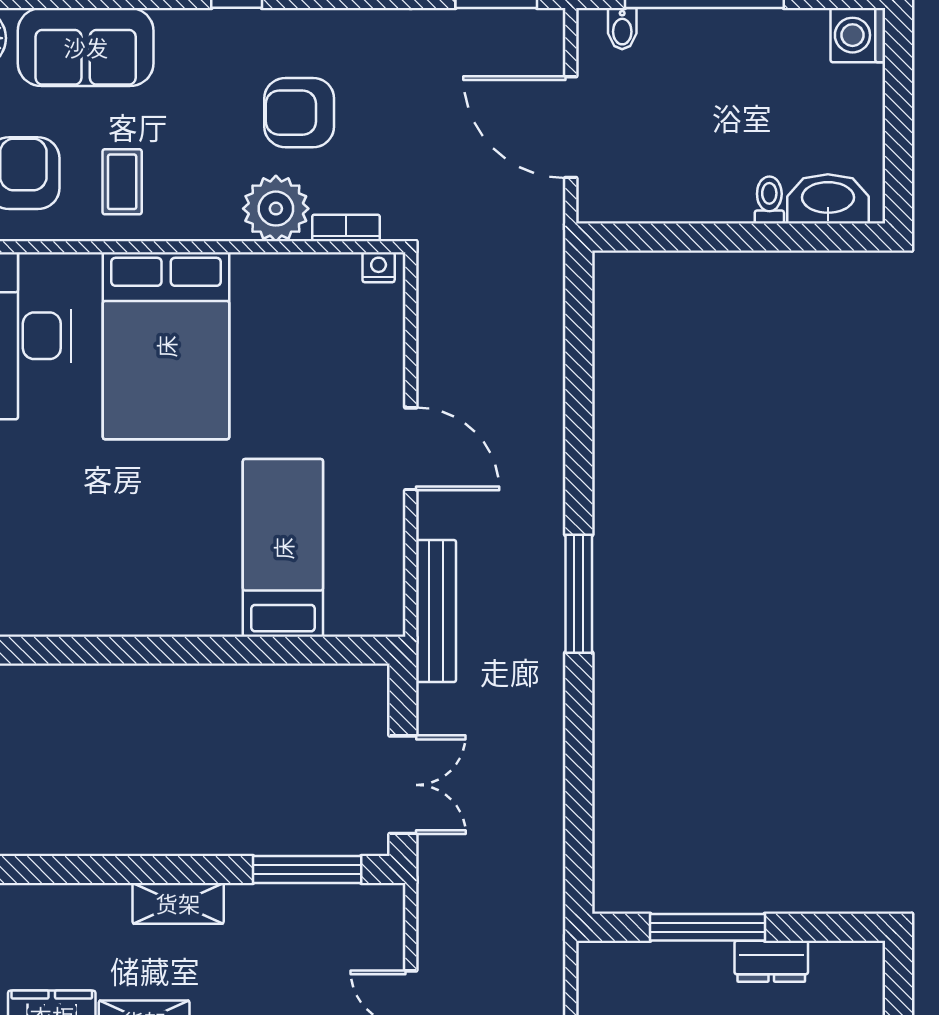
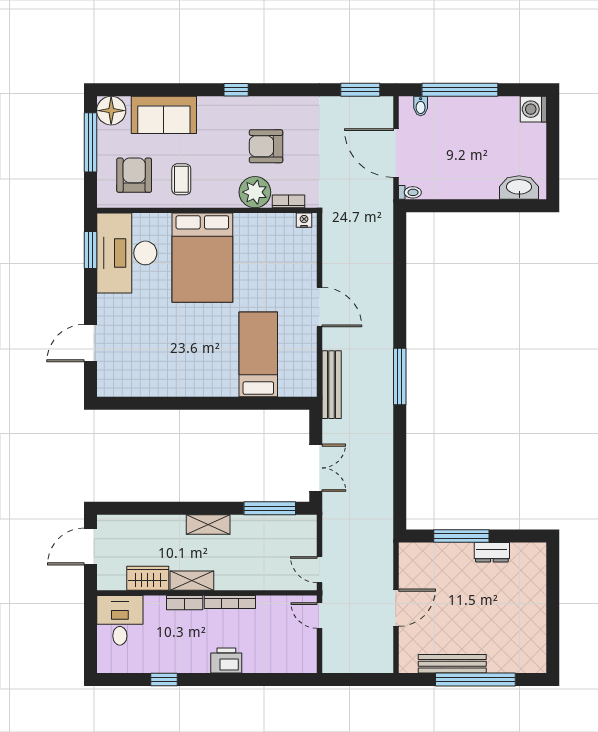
toilet: (769, 200) -> (410, 192), moved, turned 90

